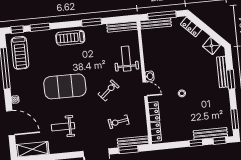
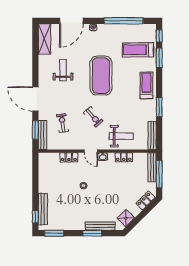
treadmill: (20, 53) -> (138, 50), moved
door: (145, 89) -> (91, 151), hinge flipped
locker: (156, 132) -> (124, 157), moved
window: (196, 143) -> (35, 194), removed

